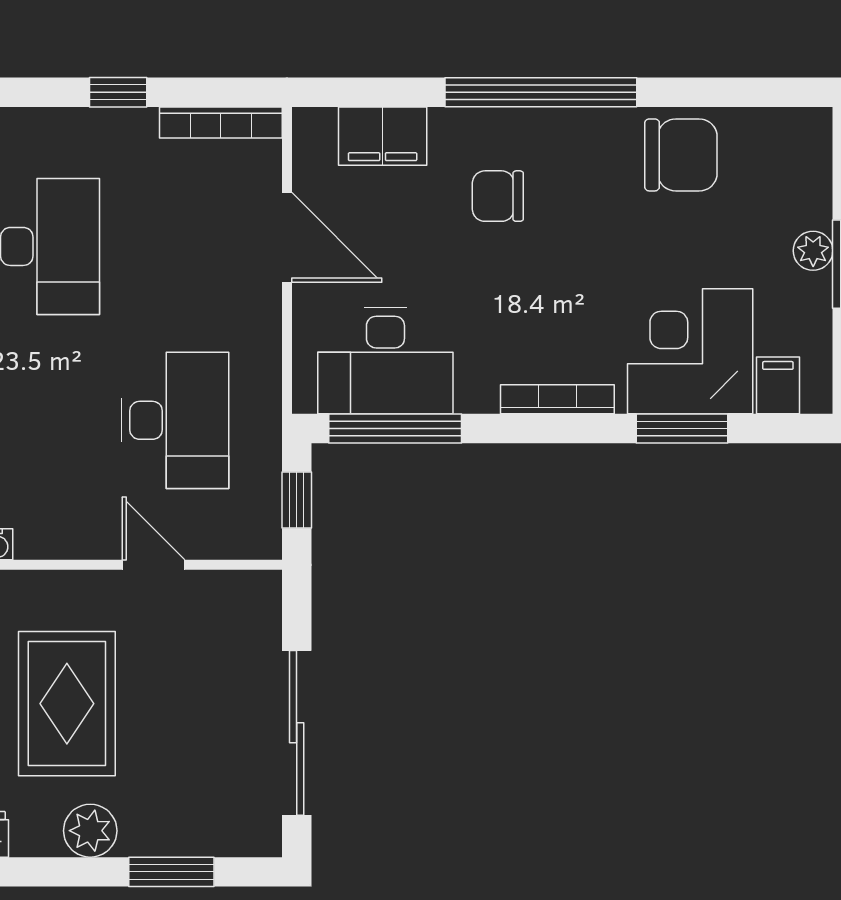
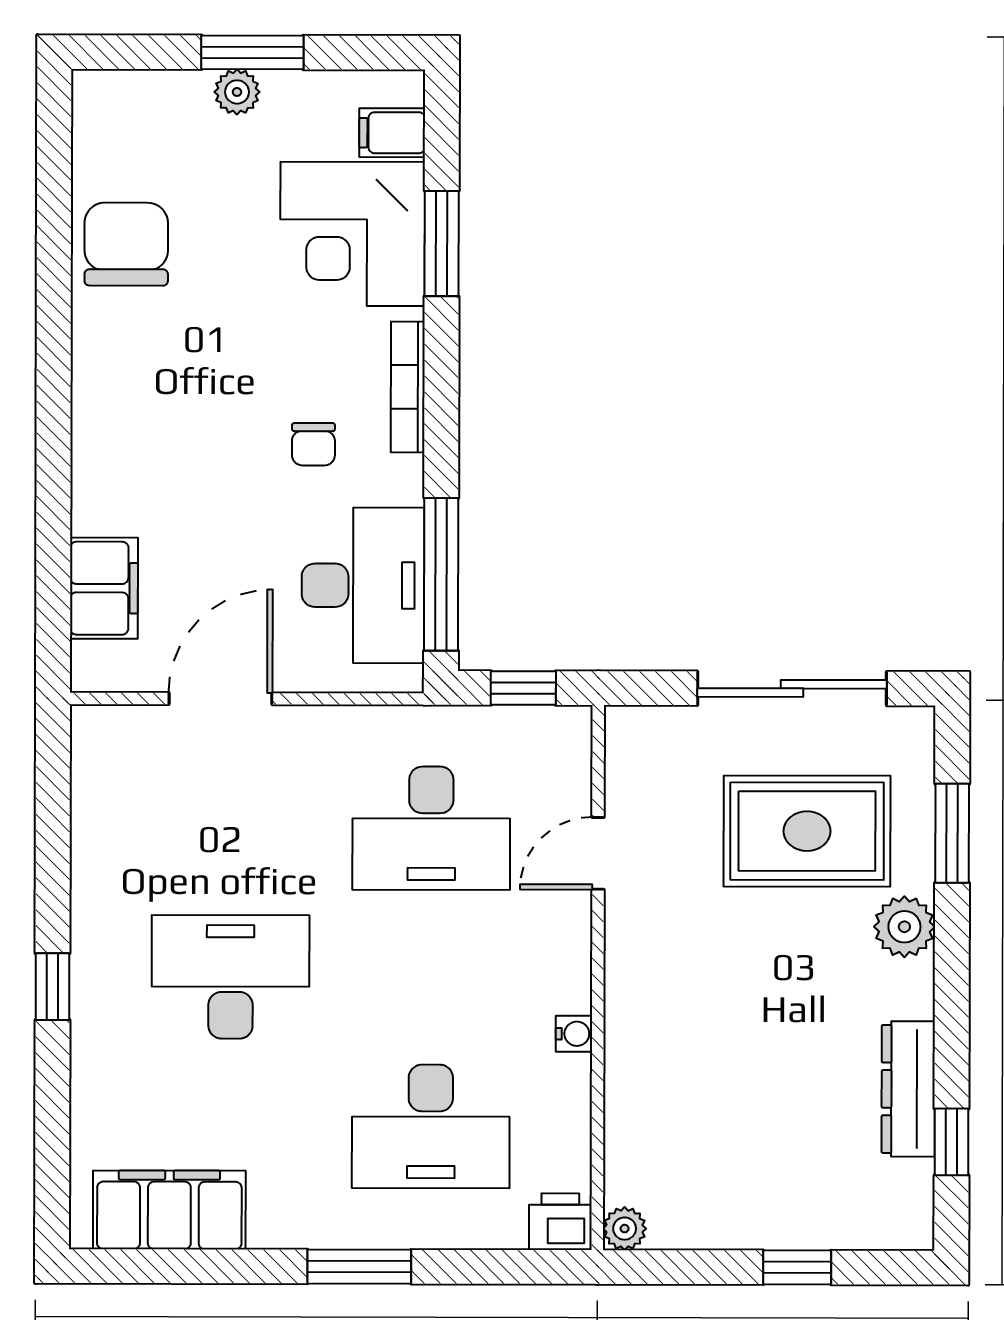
window: (118, 92) -> (53, 987), moved
window: (541, 92) -> (54, 406), removed
bookcase: (221, 122) -> (88, 775), removed
chair: (498, 196) -> (313, 444), moved, width x0.73, depth x0.73
desk: (175, 420) -> (431, 828), turned 180
rug: (67, 704) -> (807, 831), moved

